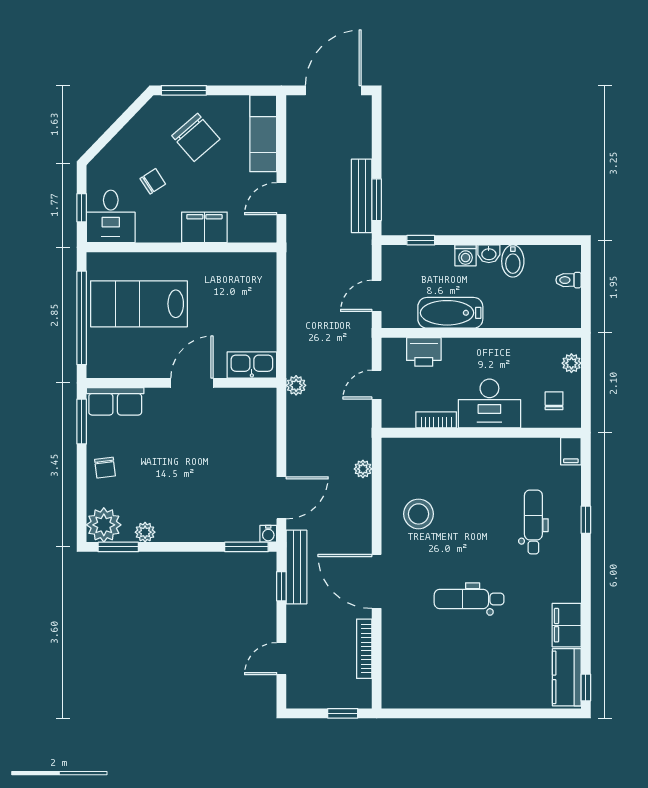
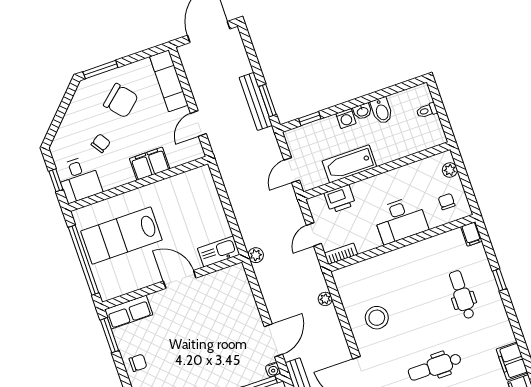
door: (192, 383) -> (180, 279), hinge flipped
bookcase: (436, 420) -> (341, 254), moved
chair: (105, 468) -> (138, 363), turned -83

